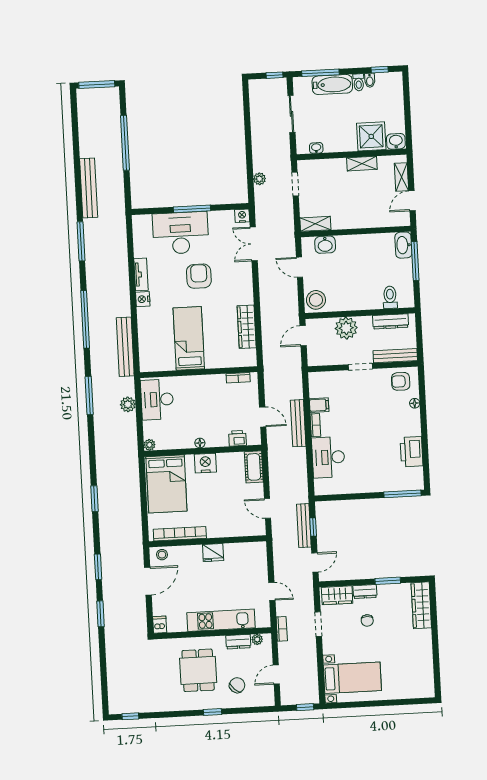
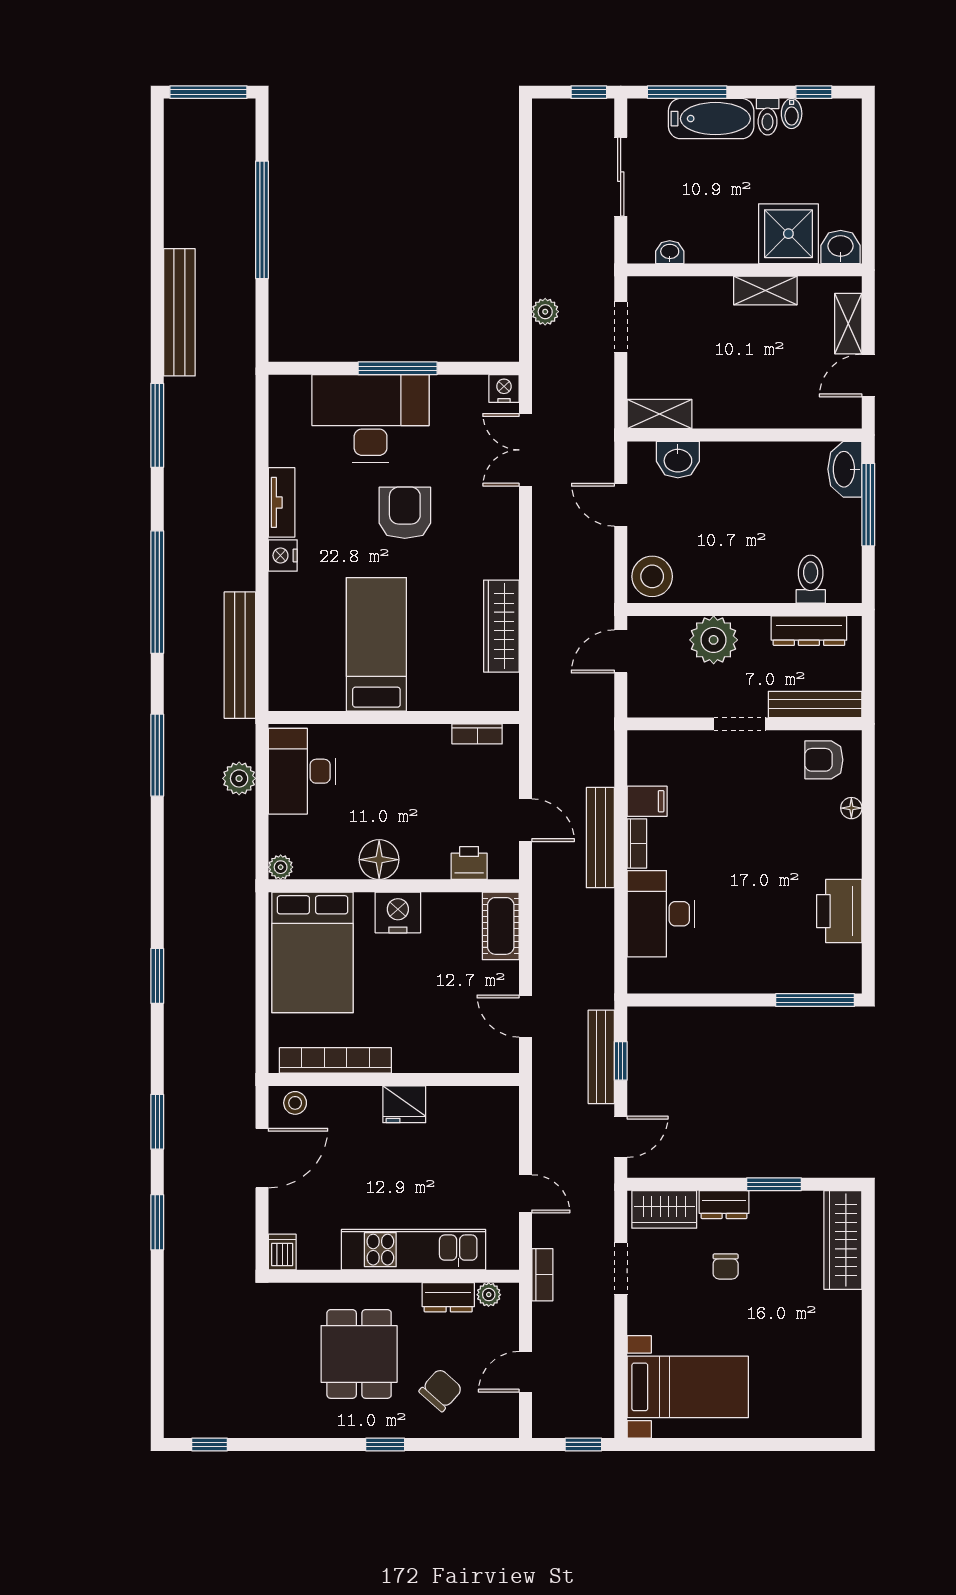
floor lamp: (200, 443) -> (379, 860), width x1.89, depth x1.89

